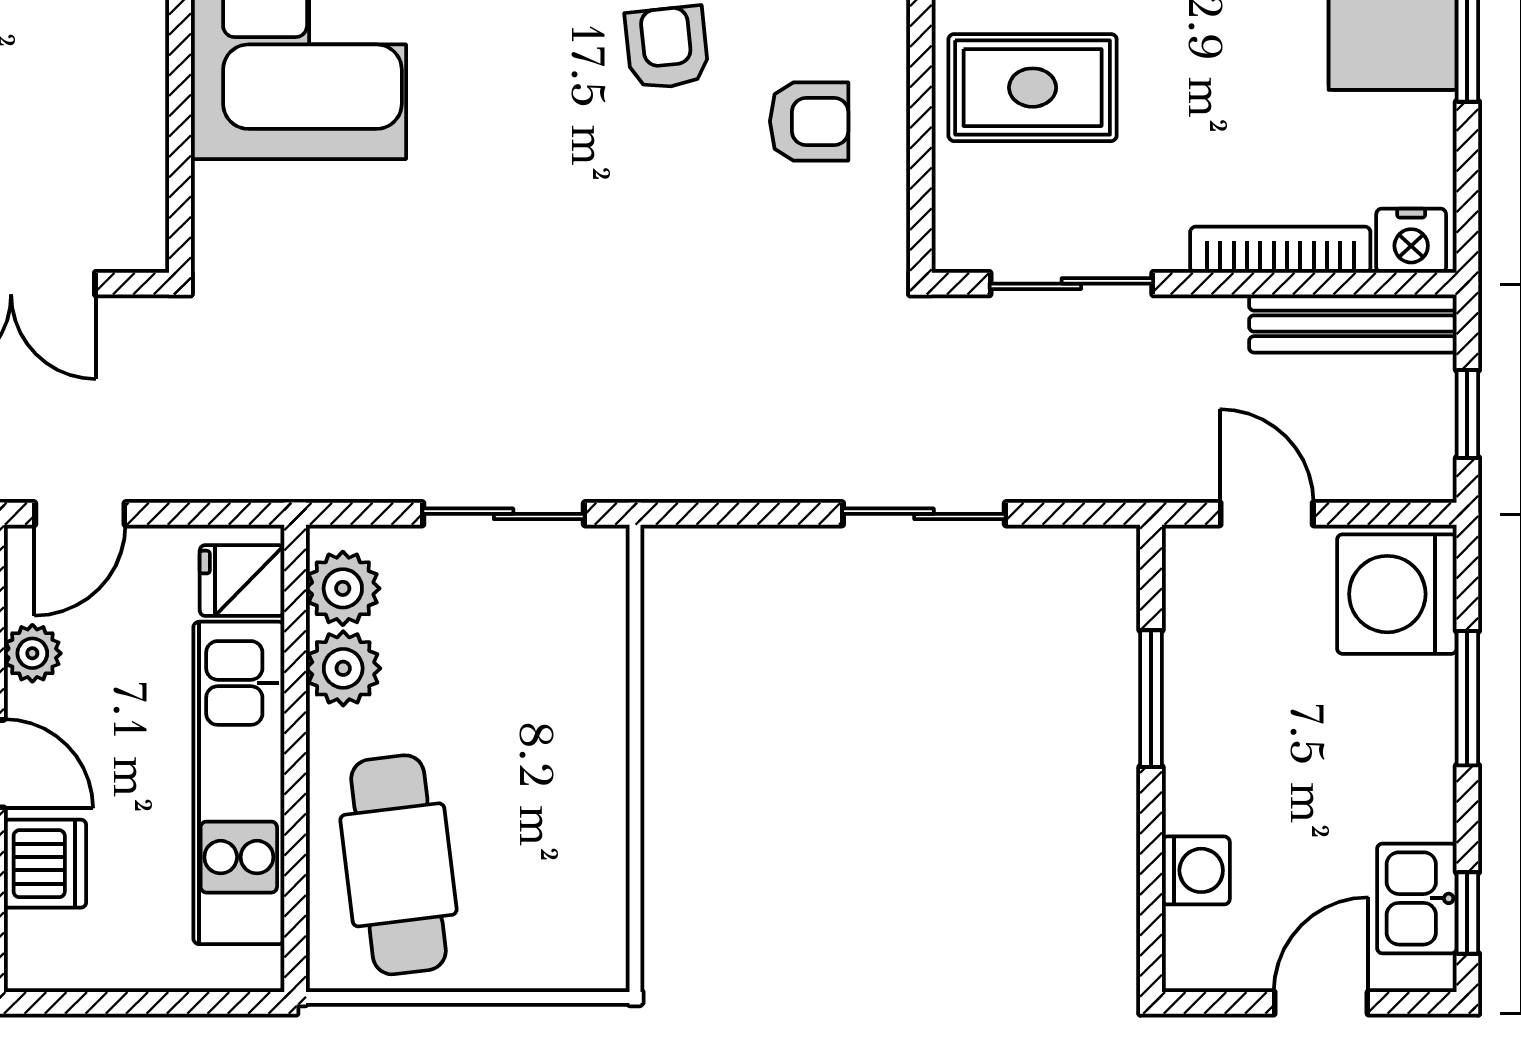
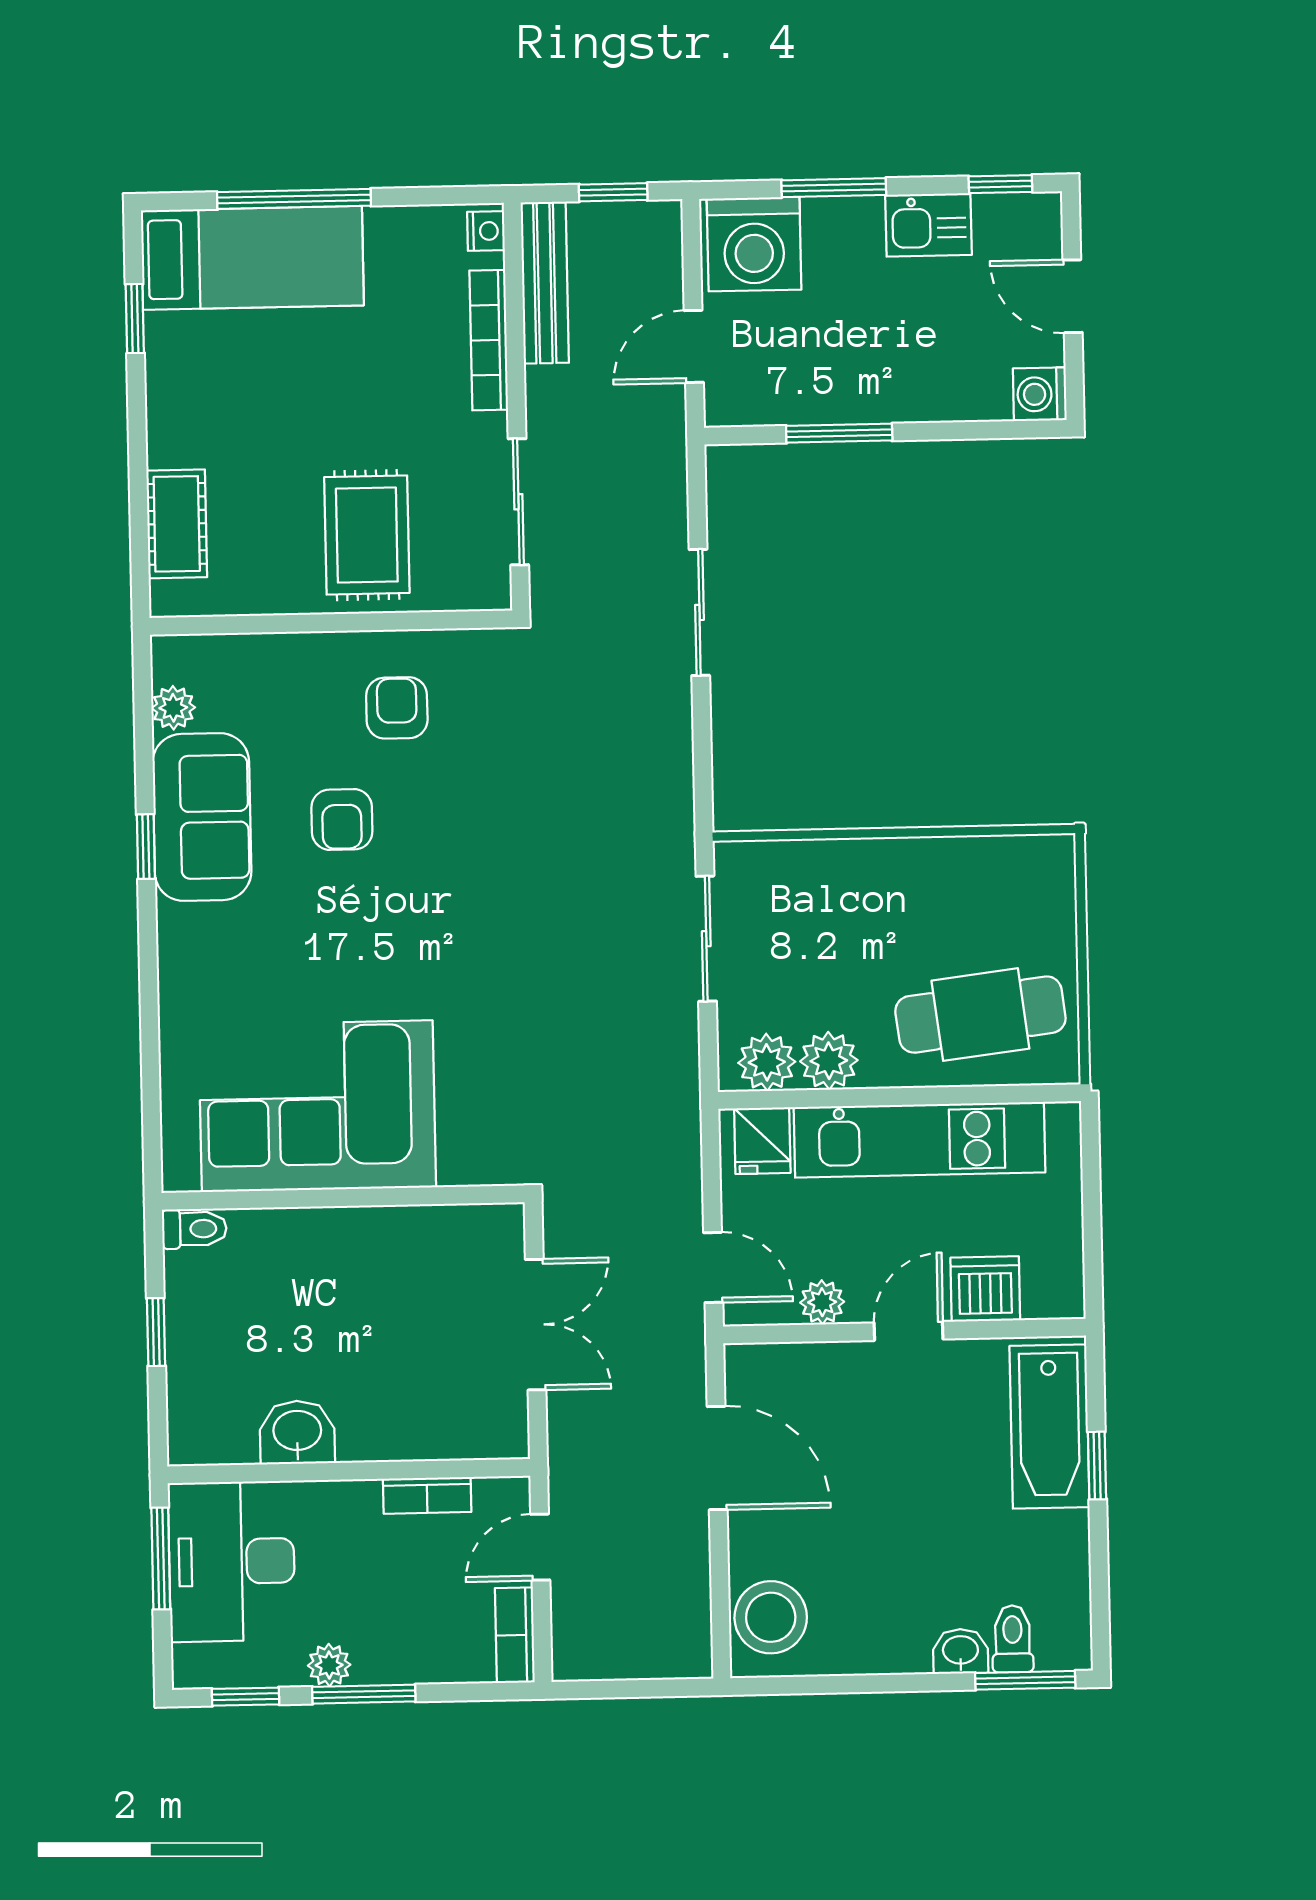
armchair: (667, 48) -> (342, 820), turned -84
nightstand: (1411, 241) -> (486, 231), width x0.72, depth x0.74
washing machine: (1196, 870) -> (1040, 394), moved, turned -90
kitchen sink: (1417, 898) -> (928, 225), moved

